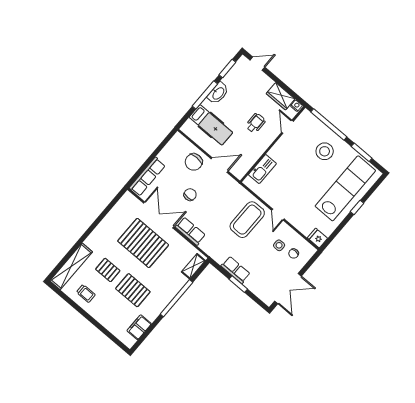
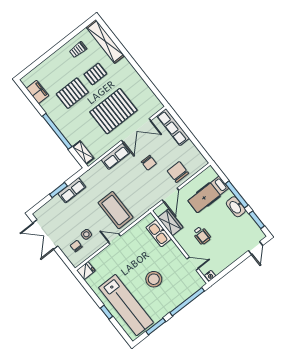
wardrobe: (281, 96) -> (170, 222), moved, turned 90
stool: (325, 151) -> (154, 279), moved

